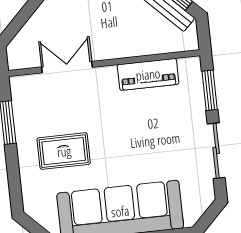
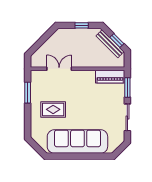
piano: (148, 74) -> (110, 77), moved

